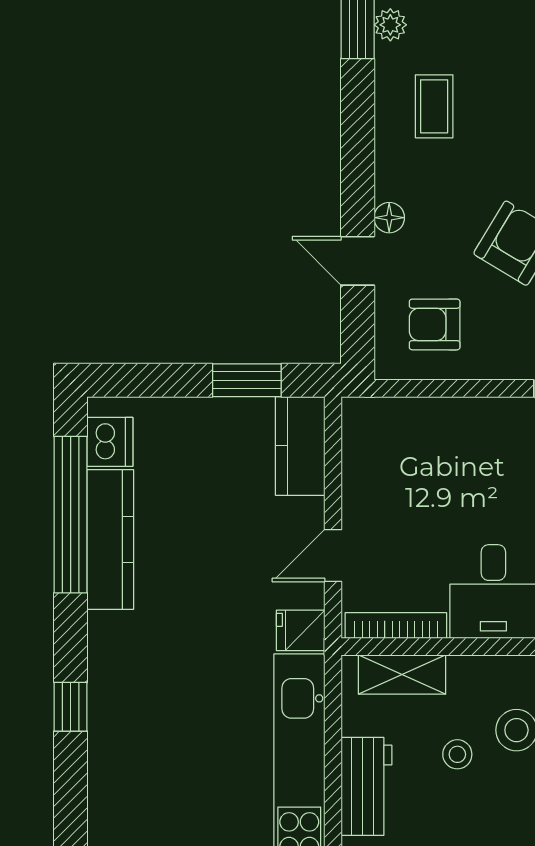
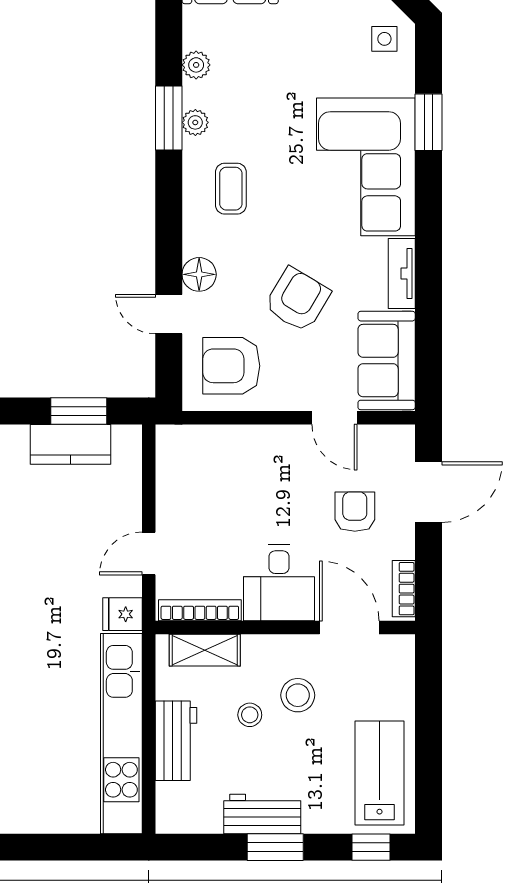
floor lamp: (389, 218) -> (199, 274), width x1.37, depth x1.37
armchair: (435, 324) -> (231, 366), width x1.38, depth x1.38
kitchen counter: (300, 446) -> (70, 444), moved, turned -90

